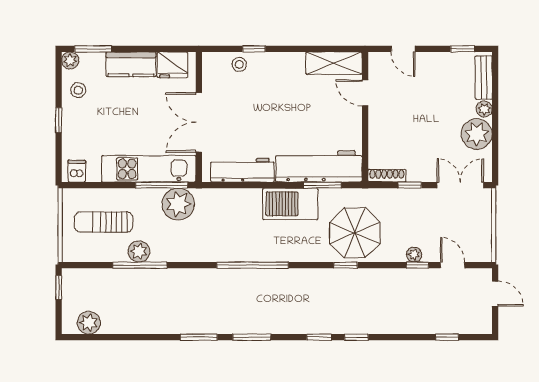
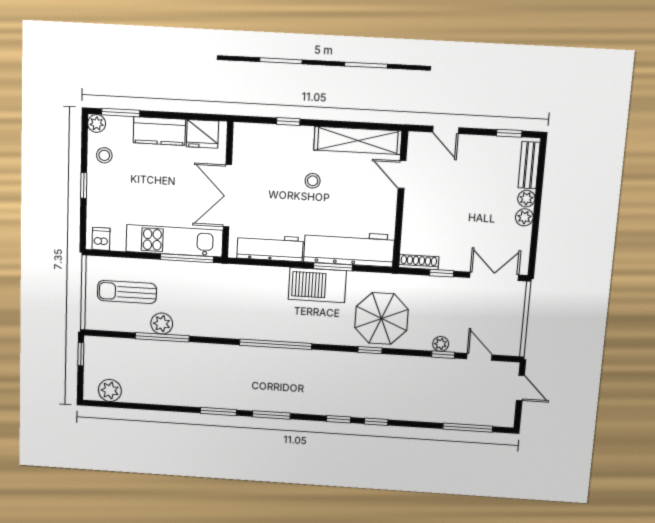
shelving: (334, 63) -> (358, 140), width x1.47
stool: (239, 64) -> (313, 181), moved
plant: (477, 134) -> (524, 217), width x0.53, depth x0.53
window: (322, 185) -> (333, 267), moved
plant: (178, 204) -> (203, 279), removed
window: (447, 337) -> (468, 428), width x2.17

